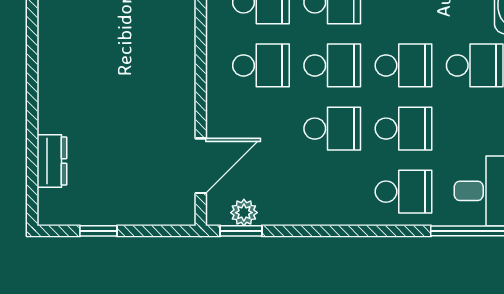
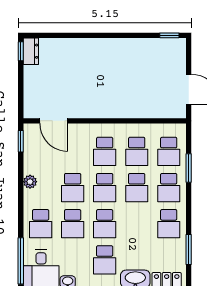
dresser: (52, 161) -> (31, 51), moved, turned -90
plant: (244, 213) -> (30, 182), moved
window: (98, 231) -> (21, 51), moved

